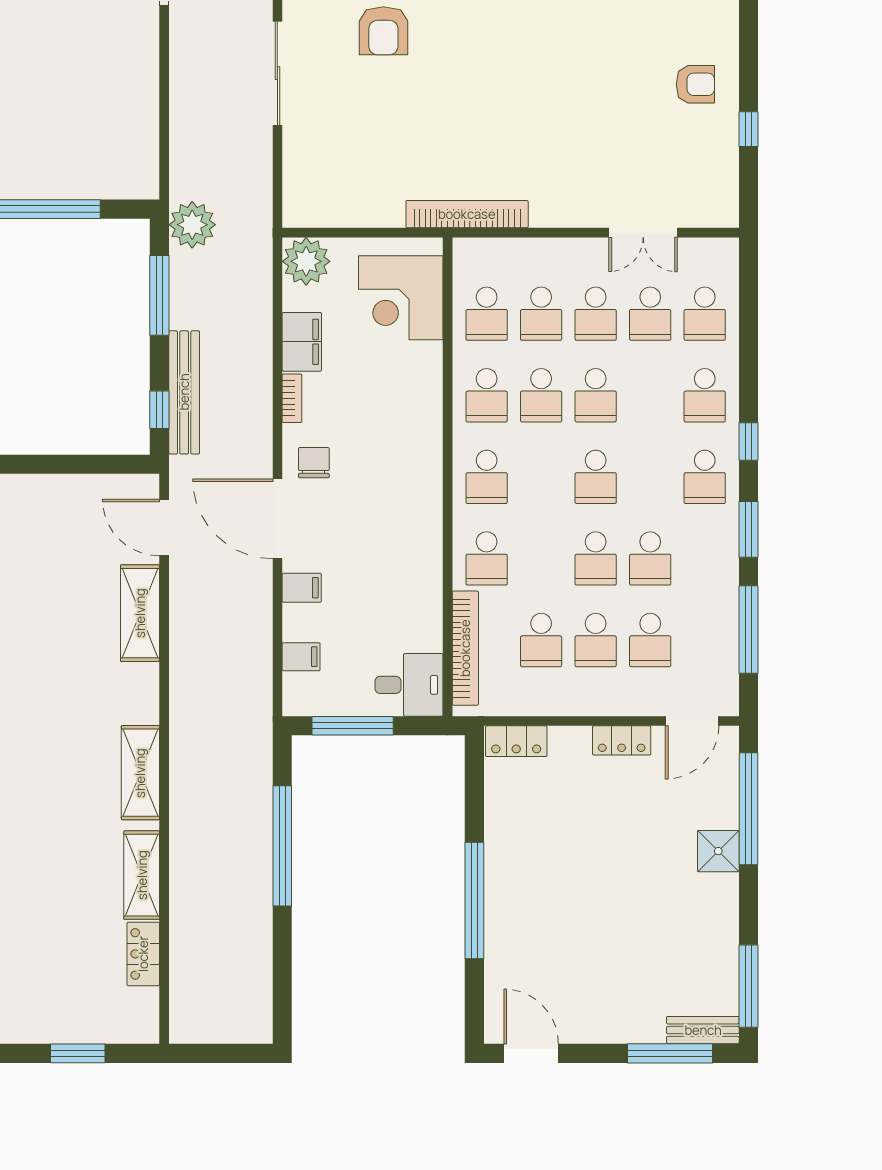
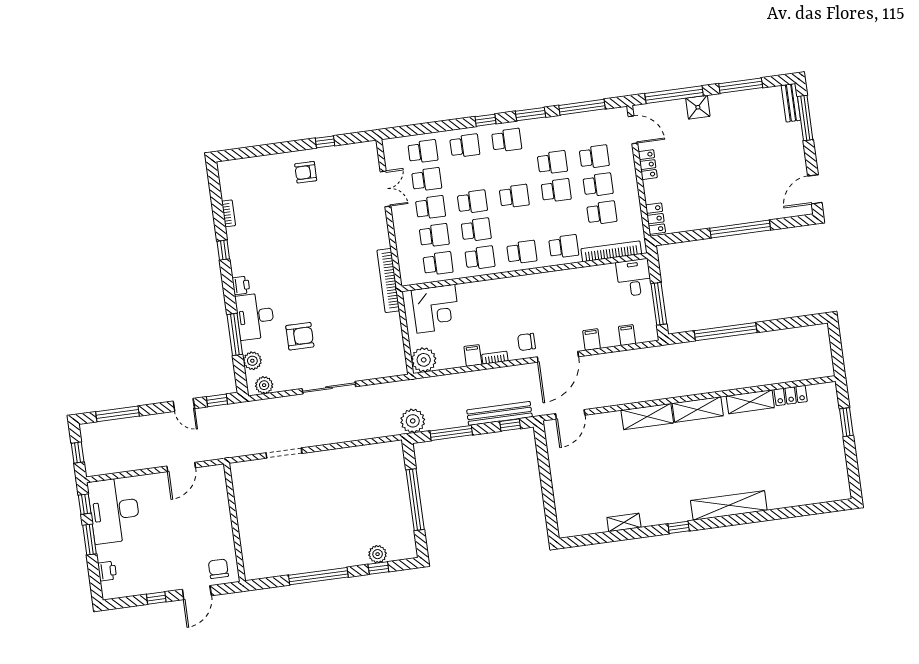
armchair: (695, 84) -> (306, 172), turned -90
filing cabinet: (302, 342) -> (473, 355), width x0.50
shelving: (140, 613) -> (647, 417), moved
window: (748, 986) -> (741, 86), moved

